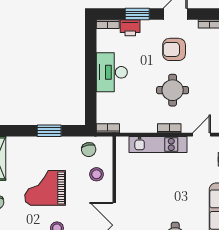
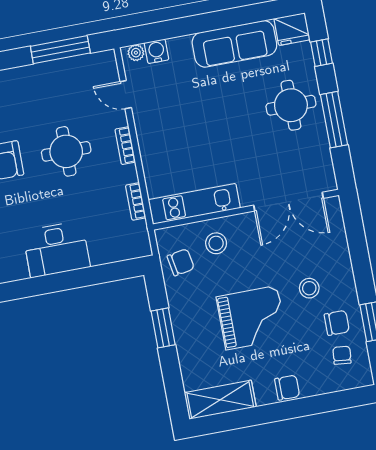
bookcase: (108, 128) -> (136, 201), moved
kitchen unit: (158, 144) -> (194, 204), moved, turned -90
grand piano: (45, 188) -> (252, 318), turned -90

